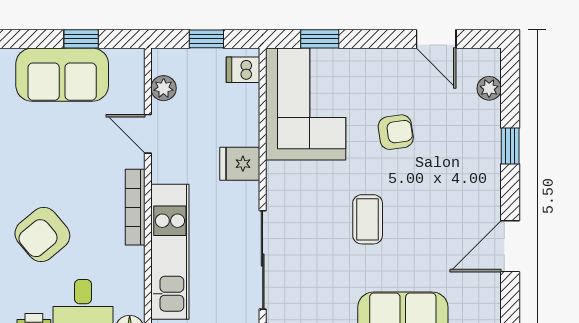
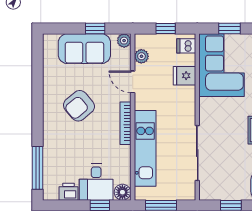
plant: (132, 60) -> (124, 41), added
fridge: (240, 164) -> (184, 76), moved
armchair: (42, 235) -> (79, 106), moved

